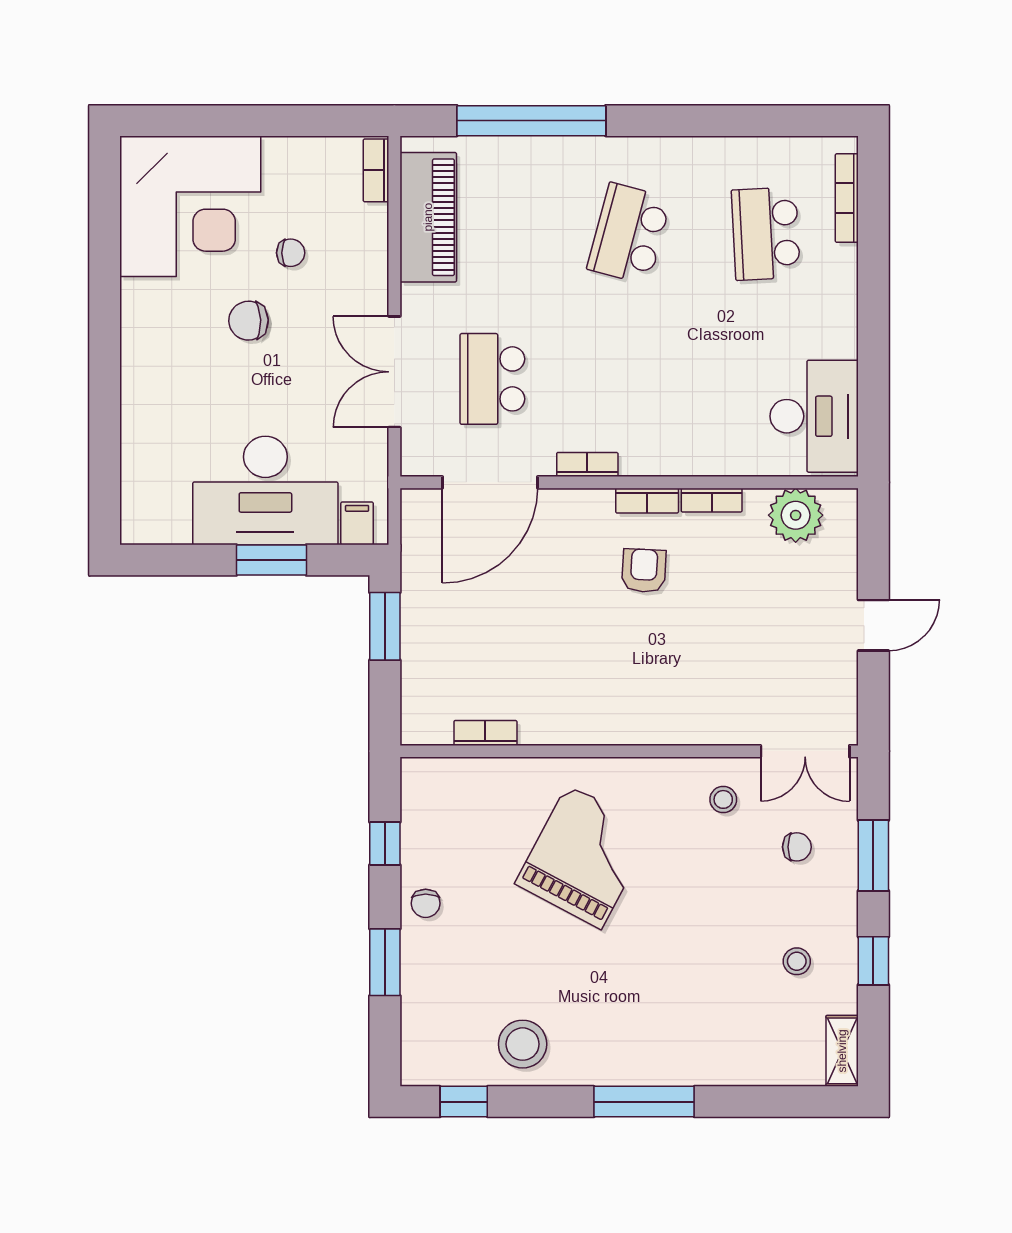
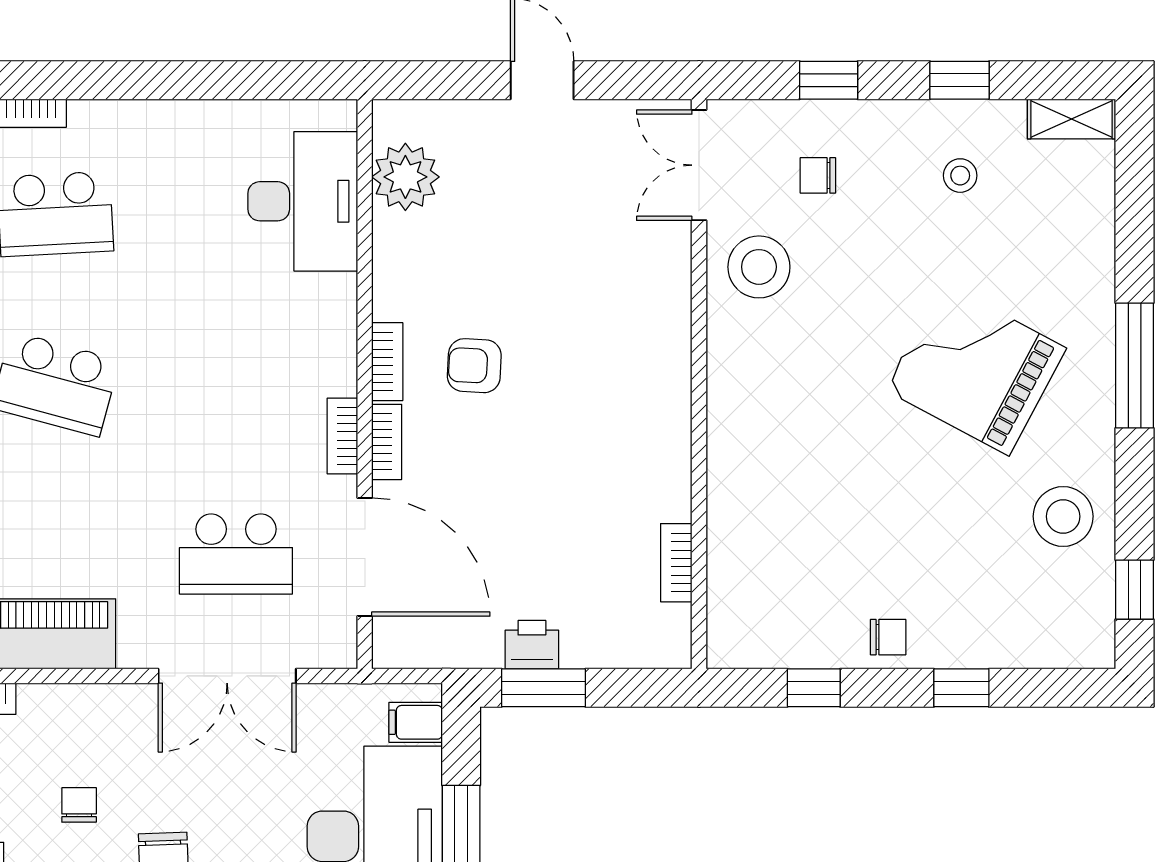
desk: (814, 416) -> (303, 201), moved, turned 90
bookcase: (712, 500) -> (387, 442), moved
printer: (420, 617) -> (532, 645), added
double door: (805, 751) -> (699, 165), swing flipped
stool: (723, 799) -> (759, 267), width x1.89, depth x1.89
chair: (797, 847) -> (818, 175), turned -90
window: (873, 855) -> (829, 80), width x0.67
grand piano: (584, 857) -> (975, 369), moved
window: (385, 962) -> (961, 688), width x0.67

